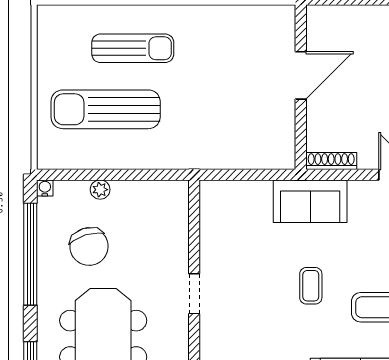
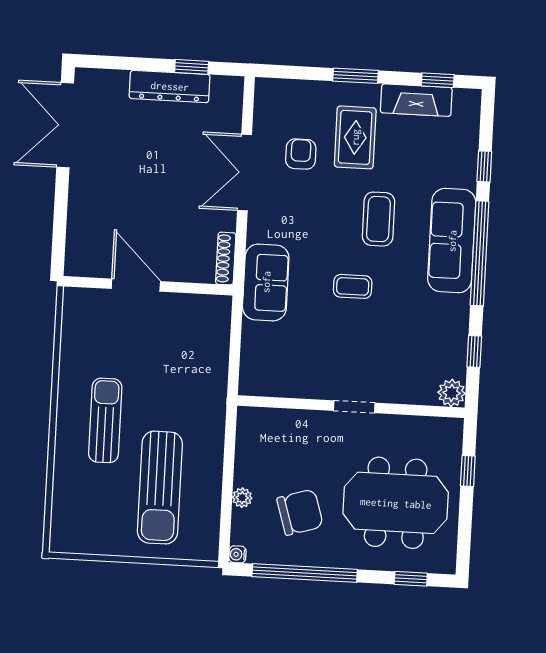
sun lounger: (133, 48) -> (105, 420), moved

